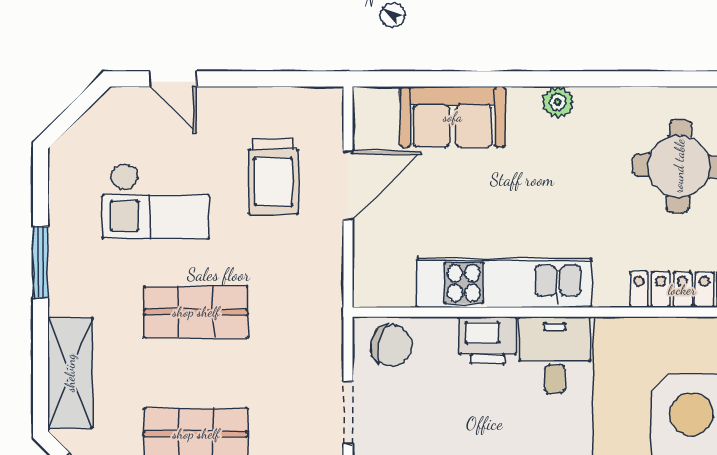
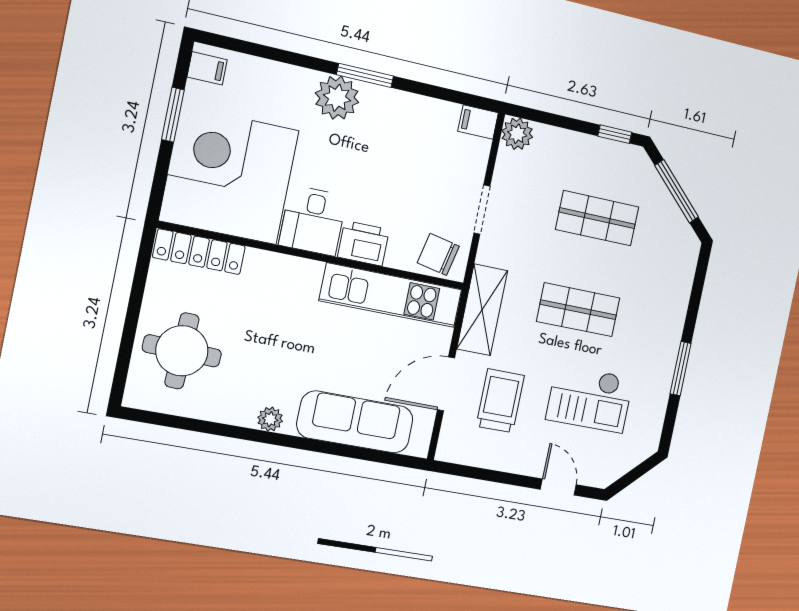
sofa: (453, 117) -> (355, 422), width x1.36
checkout: (156, 201) -> (590, 399), turned 180
kitchen unit: (504, 283) -> (391, 295), moved
shelving: (70, 373) -> (482, 310), moved

